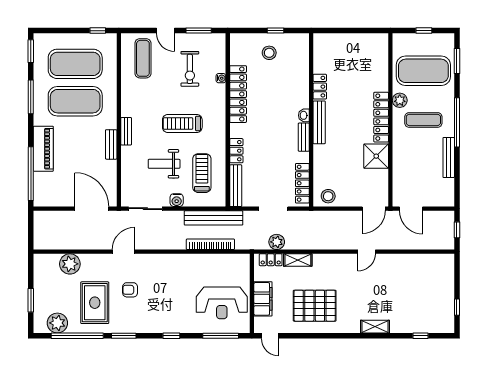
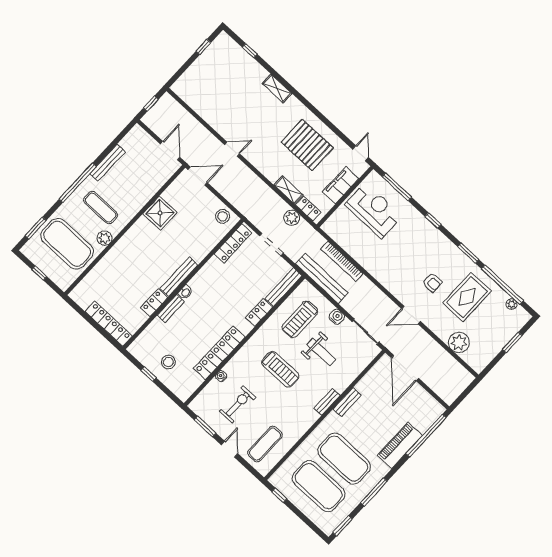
locker: (381, 117) -> (109, 324), moved, turned -90
bench: (304, 137) -> (171, 309), moved
plant: (57, 323) -> (511, 304), width x0.53, depth x0.53

